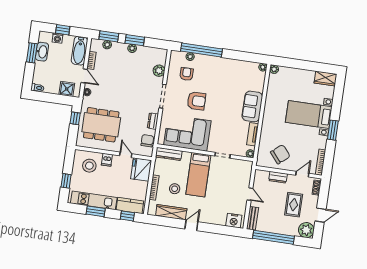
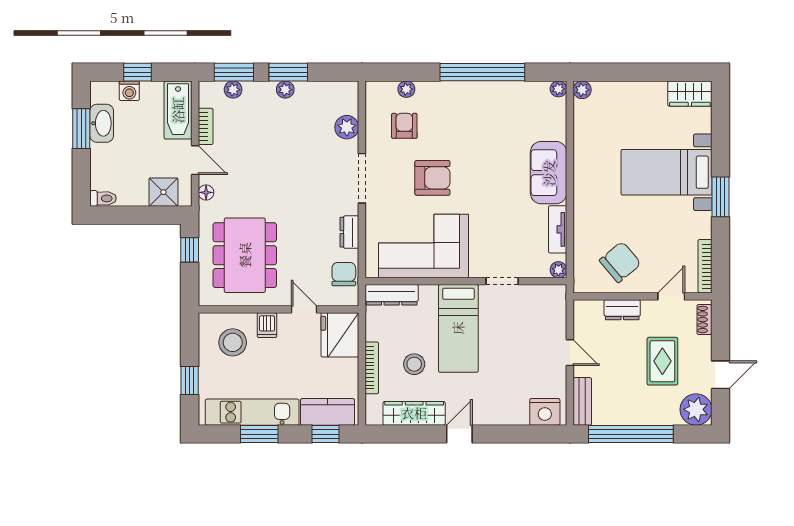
window: (201, 50) -> (482, 72), moved
dining table: (101, 125) -> (245, 255), turned 90

